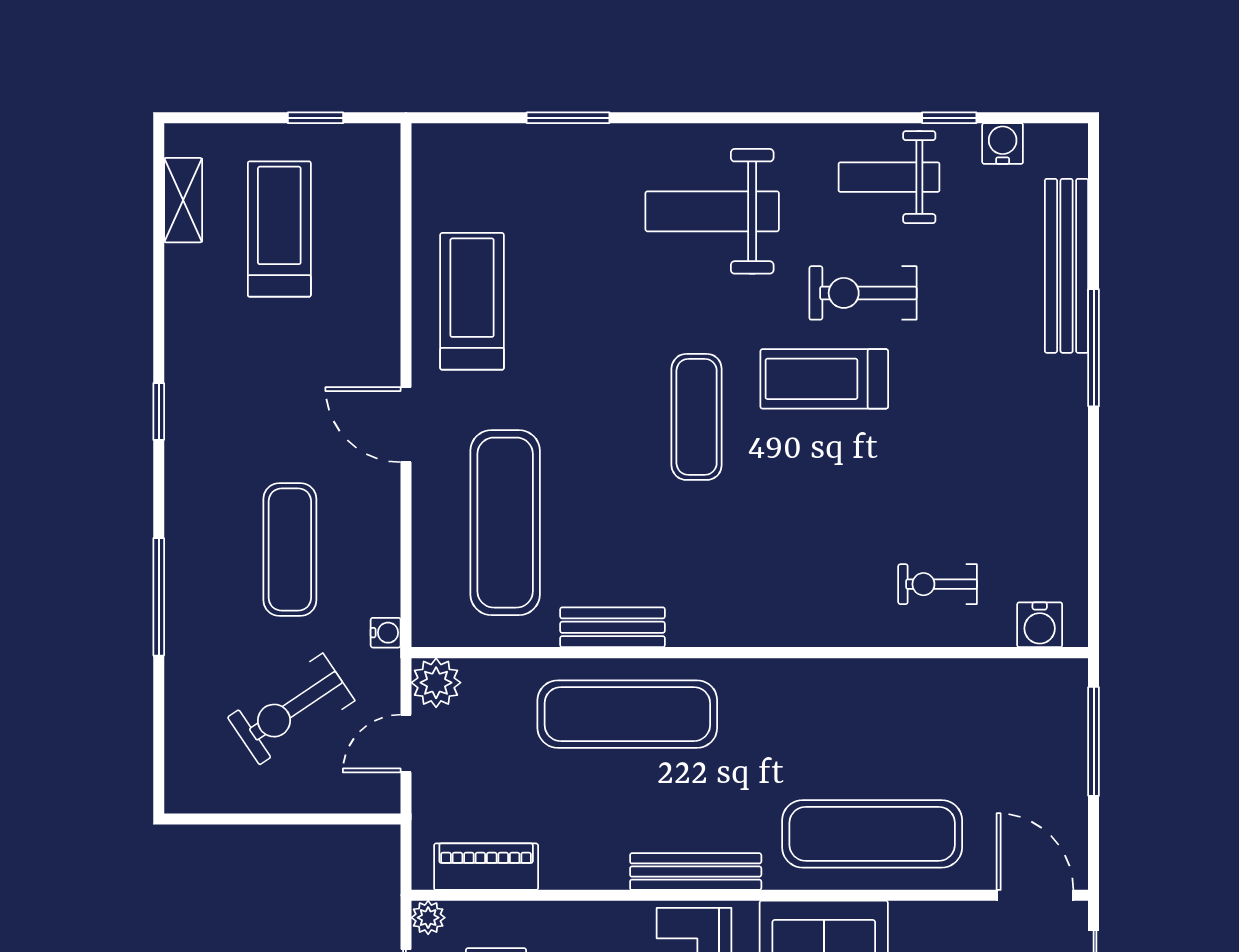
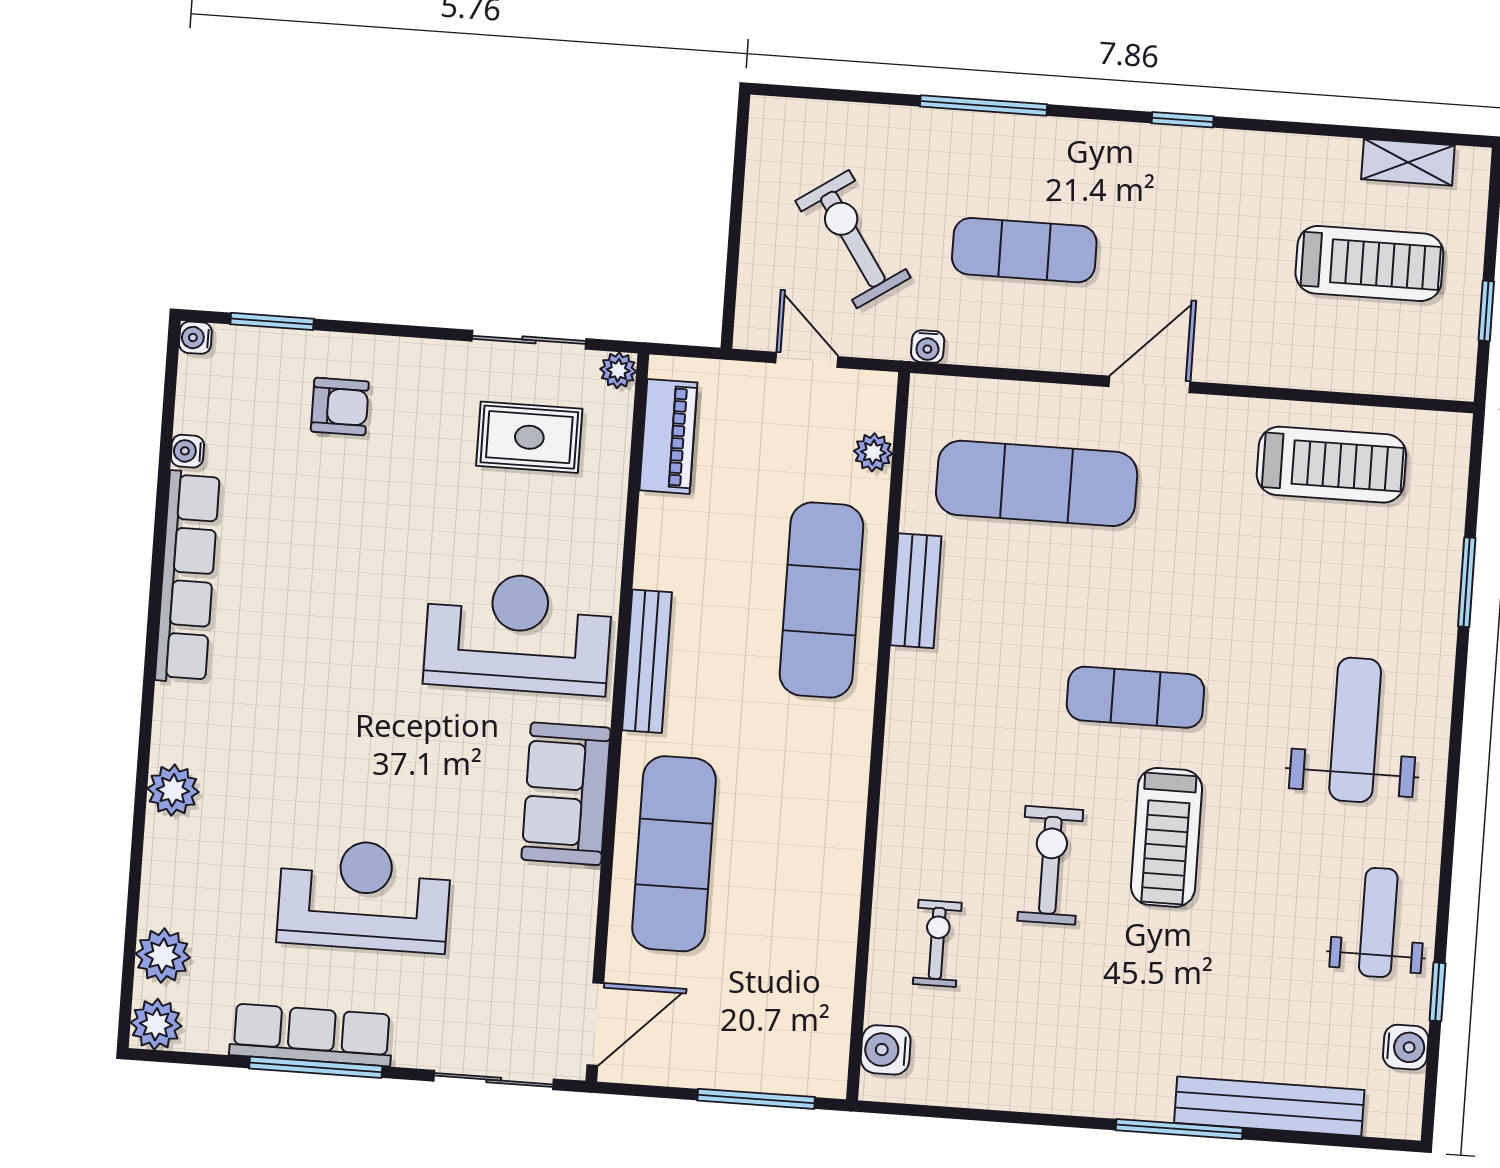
exercise bike: (863, 293) -> (1050, 865), moved
treadmill: (472, 301) -> (1331, 465), moved
treadmill: (824, 379) -> (1166, 837), turned 180
plant: (436, 683) -> (873, 452), moved, width x0.73, depth x0.73

